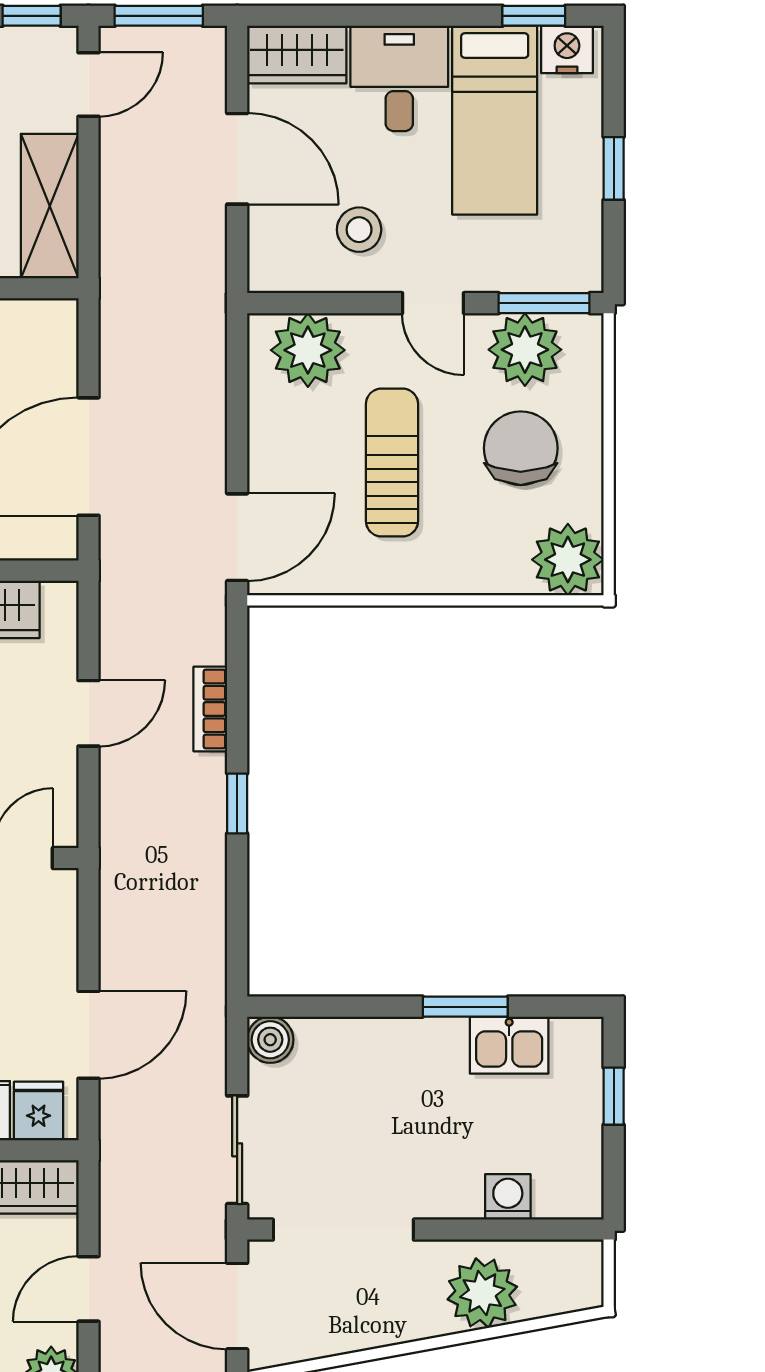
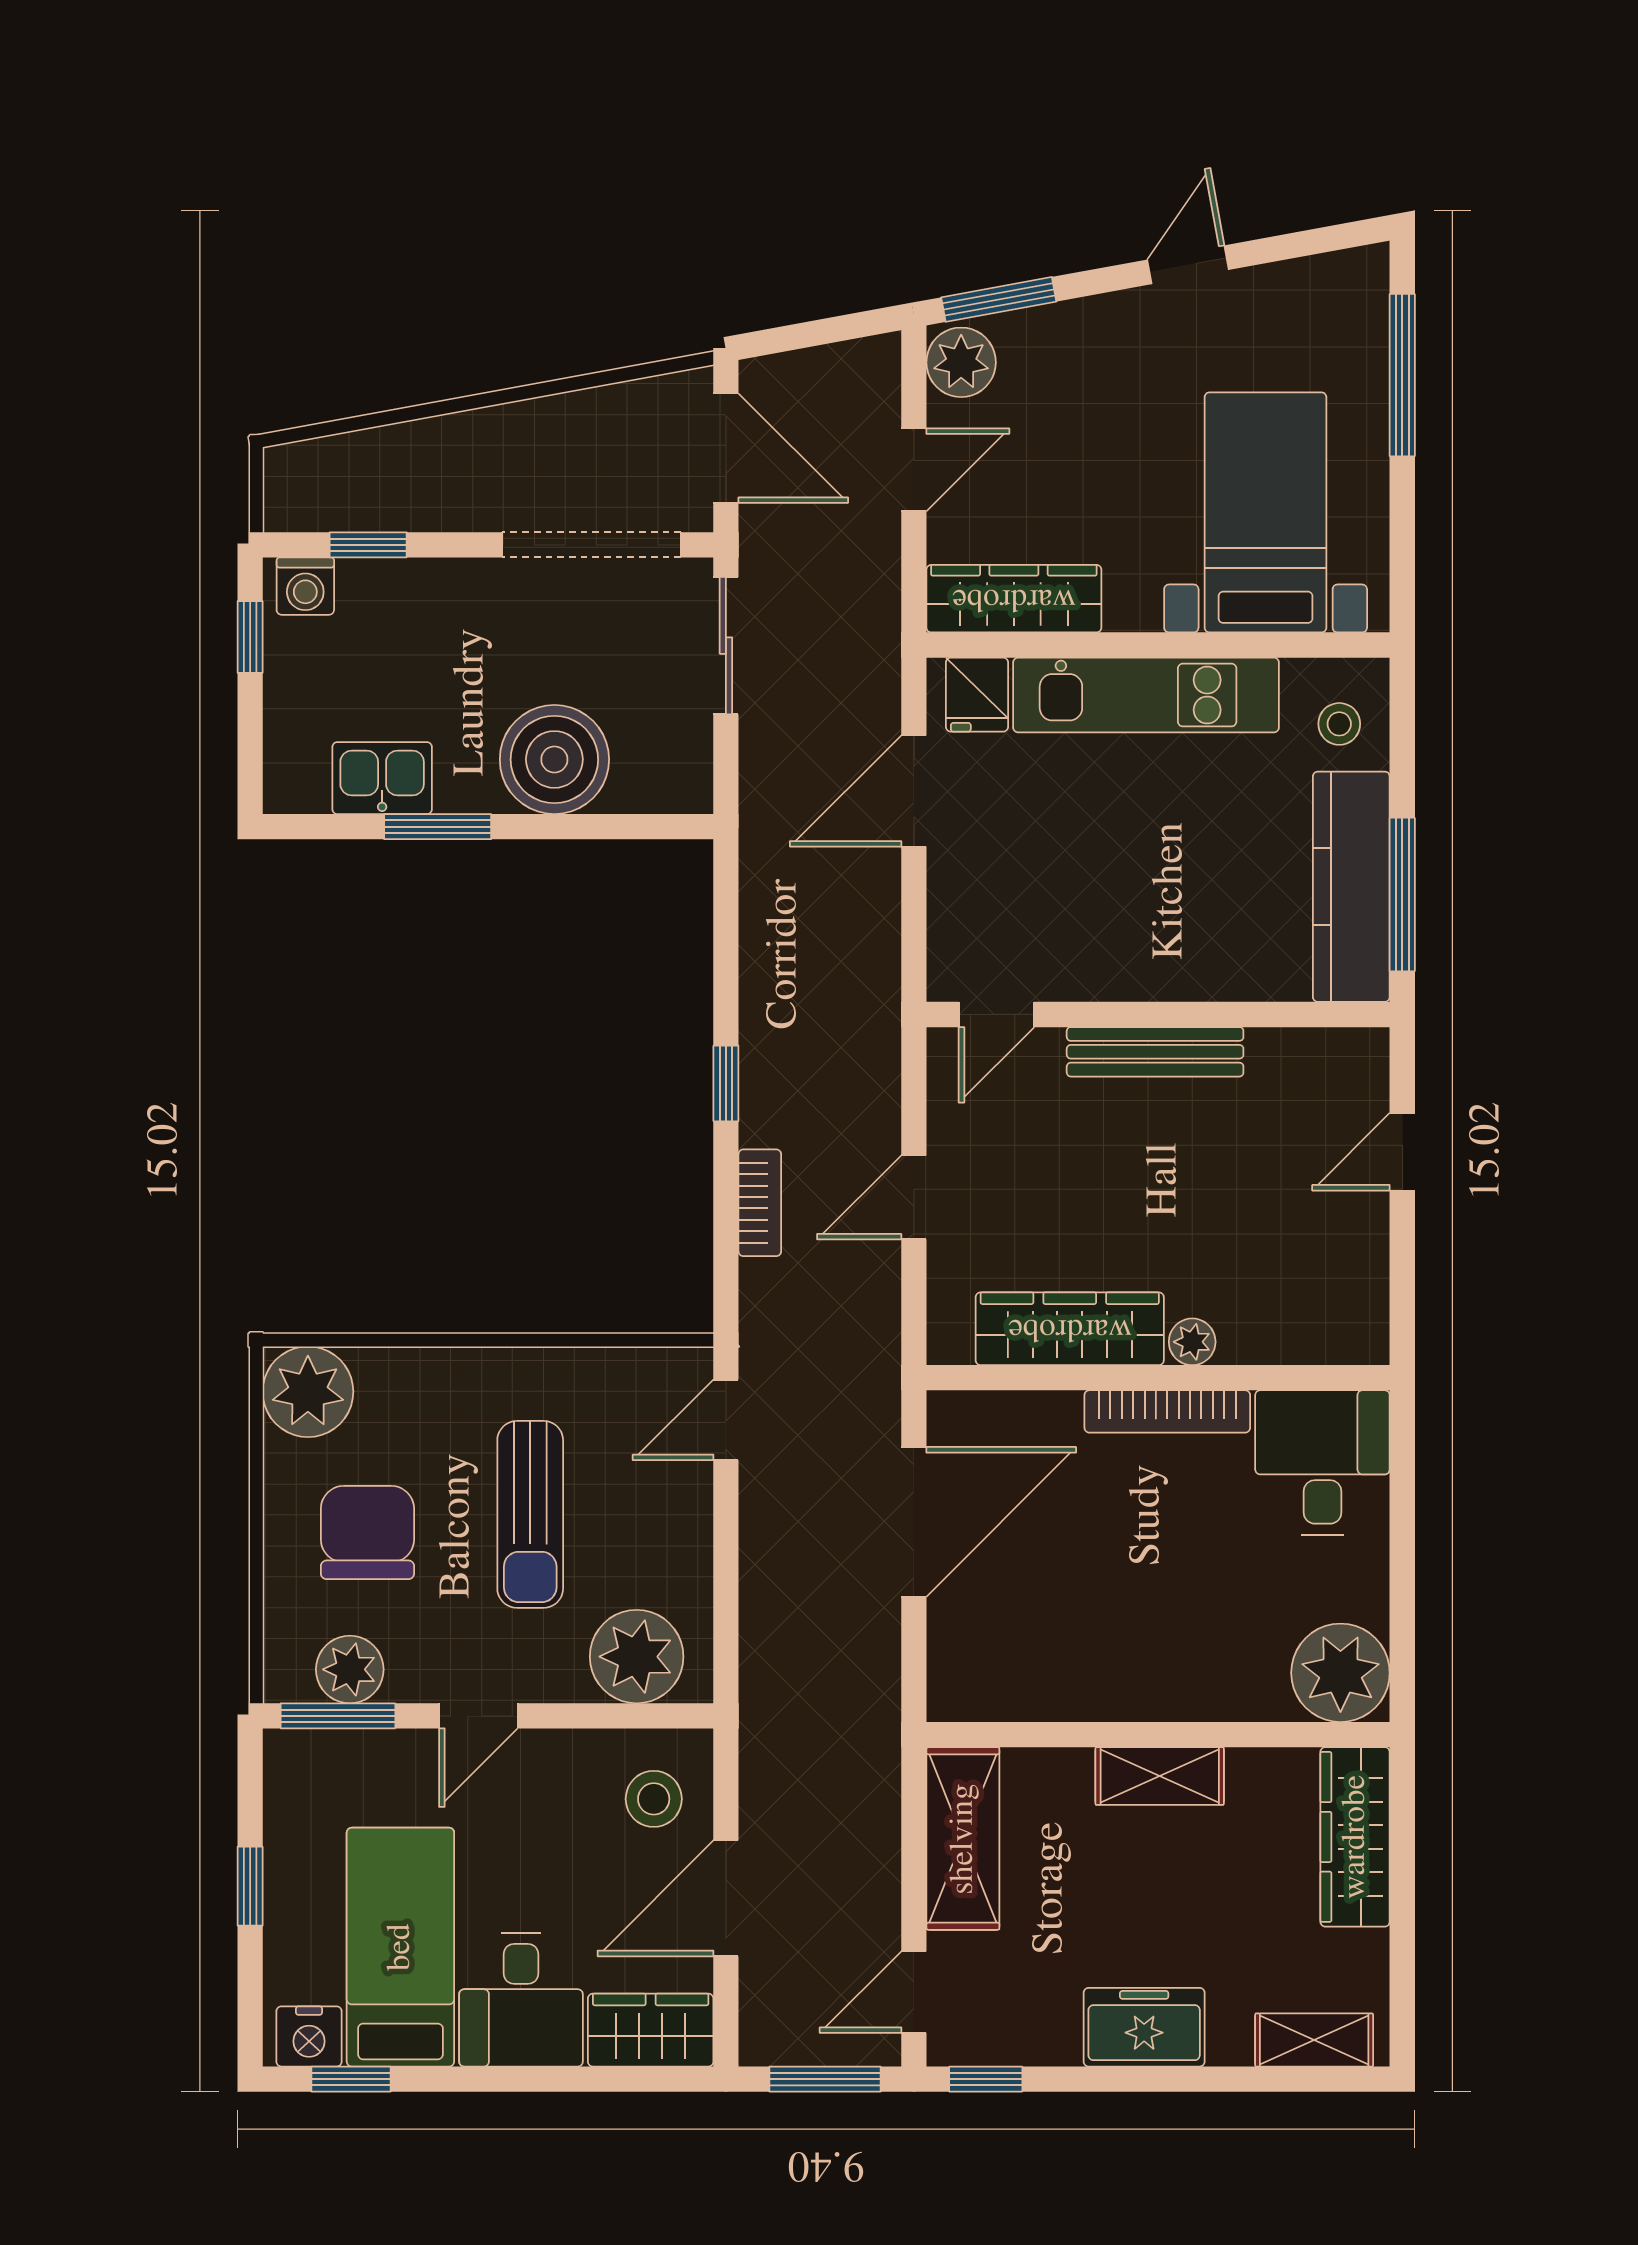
door: (237, 159) -> (726, 1898), hinge flipped
stool: (359, 230) -> (654, 1799), moved
door: (433, 303) -> (478, 1716), swing flipped
plant: (525, 350) -> (350, 1669), width x0.73, depth x0.73
chair: (521, 448) -> (367, 1532), turned 180
door: (237, 537) -> (726, 1420), width x0.73
boiler: (270, 1040) -> (554, 759), moved, width x1.86, depth x1.86
window: (614, 1096) -> (250, 637), moved
washing machine: (508, 1197) -> (305, 586), moved
window: (520, 1230) -> (368, 545), added
plant: (482, 1293) -> (416, 465), removed

